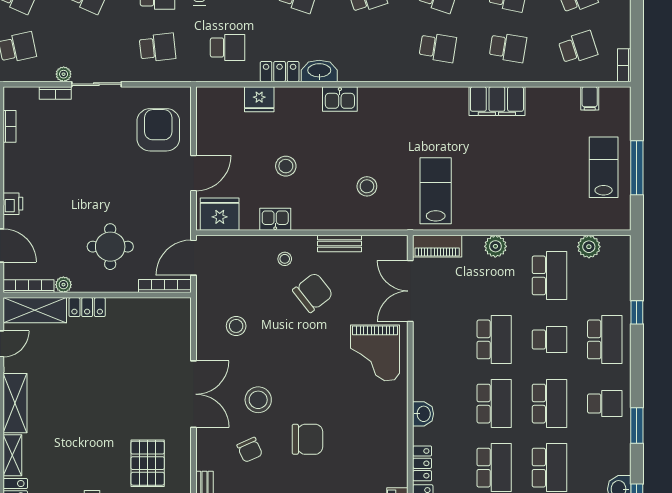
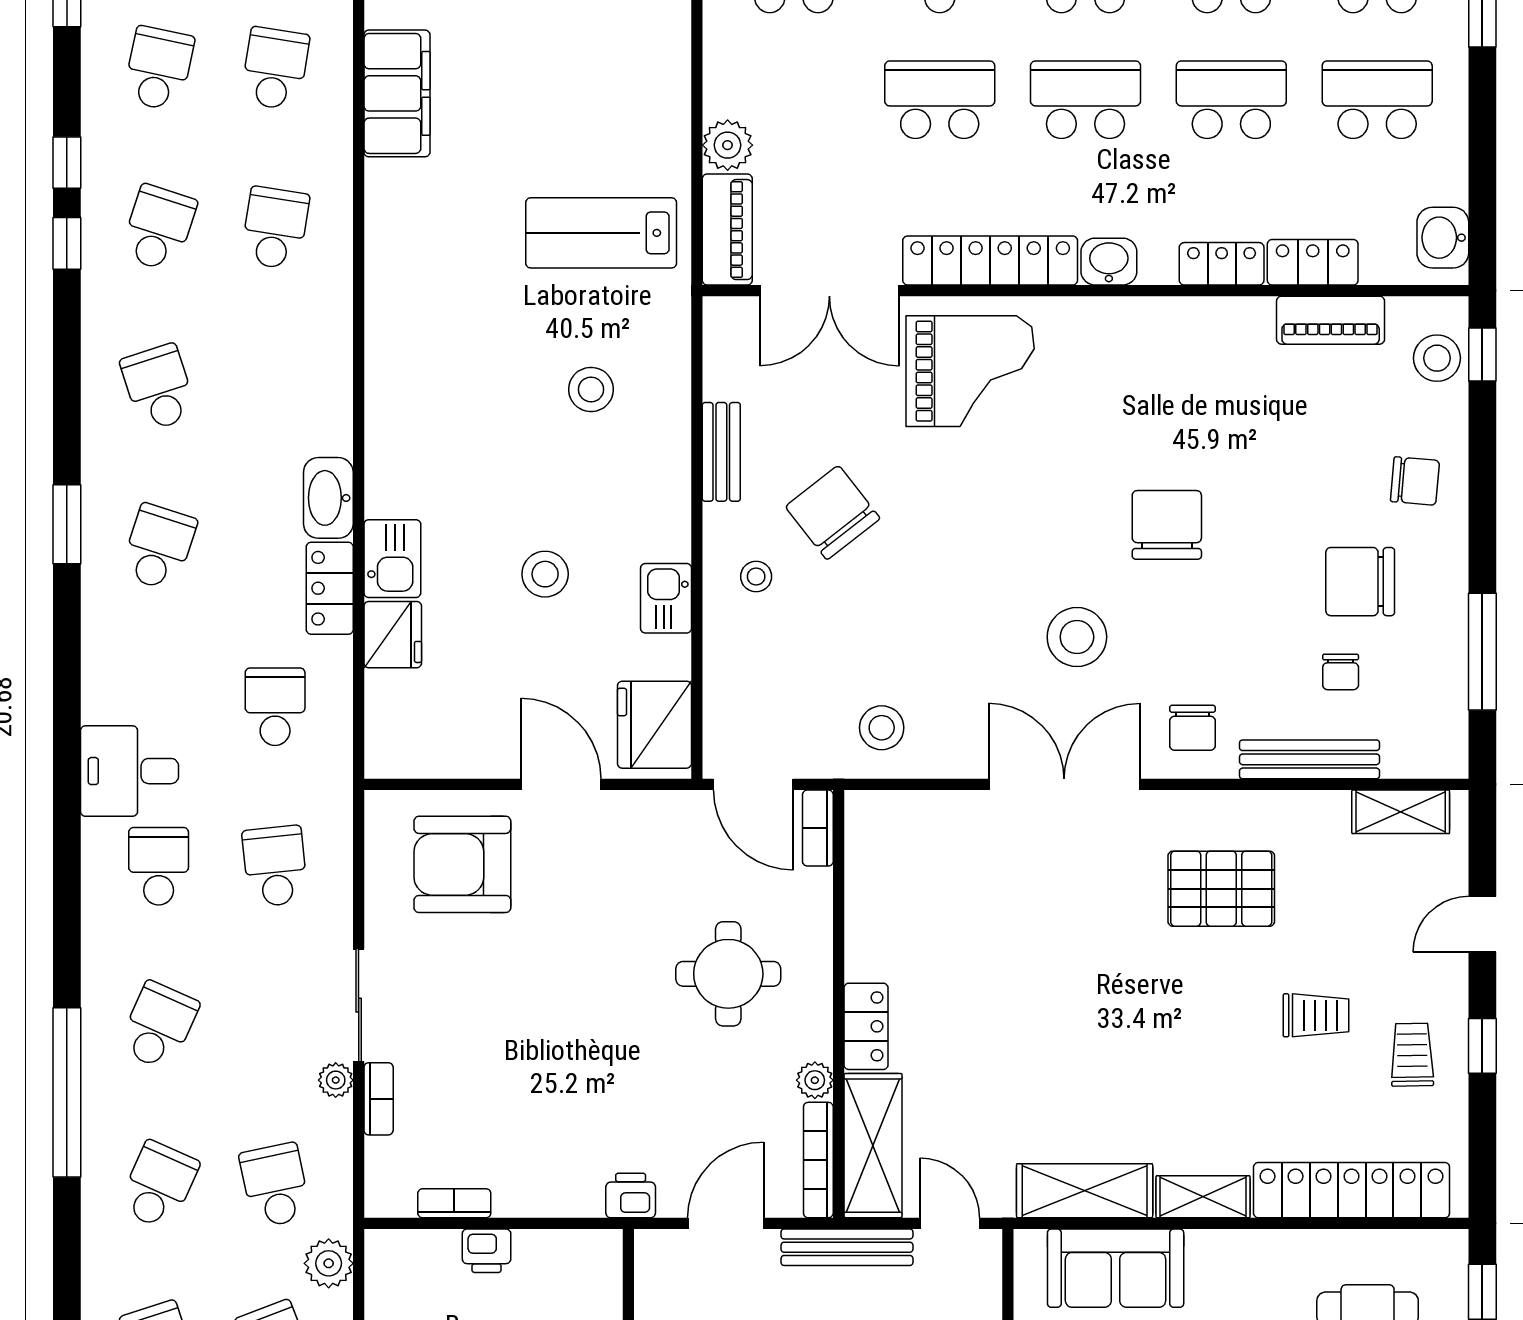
kitchen sink: (340, 99) -> (392, 559), moved
plant: (495, 246) -> (728, 145), moved
bookcase: (165, 286) -> (818, 828), width x0.64
stool: (236, 326) -> (882, 728), moved
locker: (424, 362) -> (990, 260), added
chair: (250, 450) -> (1193, 728), moved, turned 114

